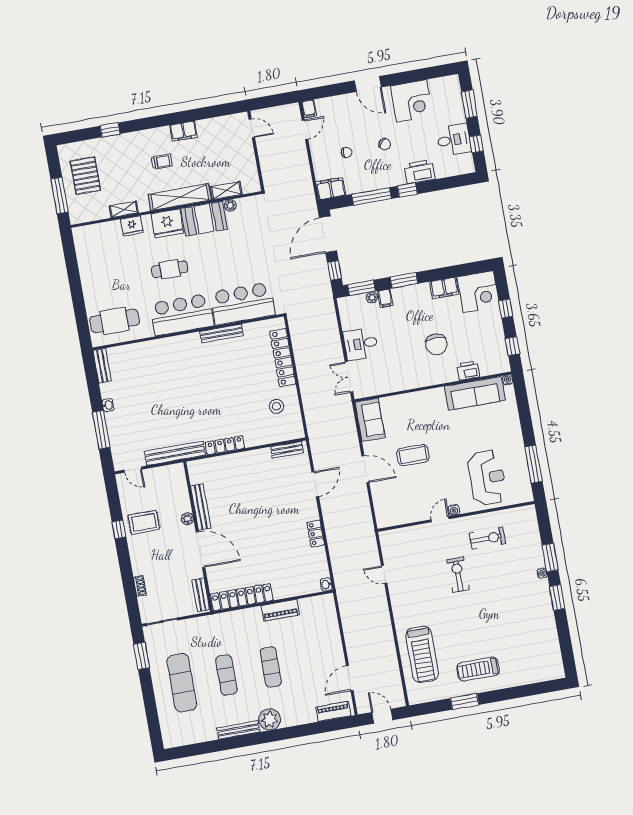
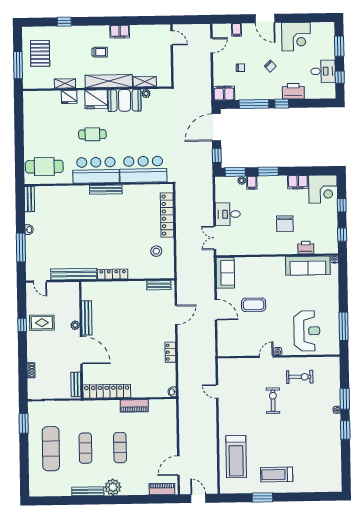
filing cabinet: (309, 109) -> (237, 30), moved
bench: (222, 333) -> (106, 190), moved

